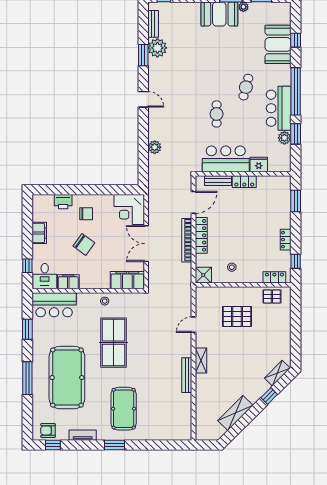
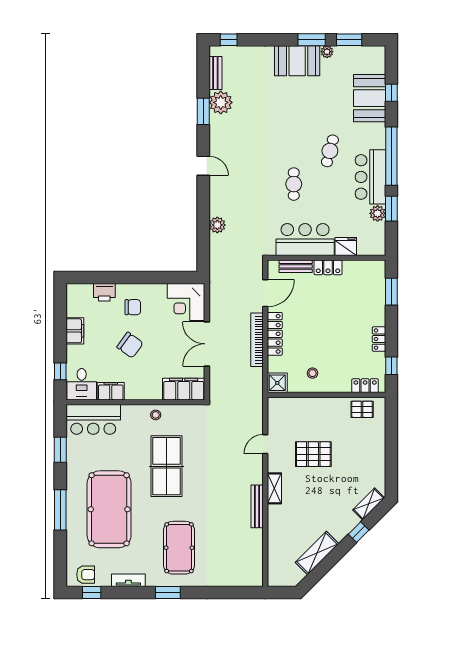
pallet: (237, 316) -> (313, 454), moved
armchair: (48, 430) -> (86, 575), turned 180

